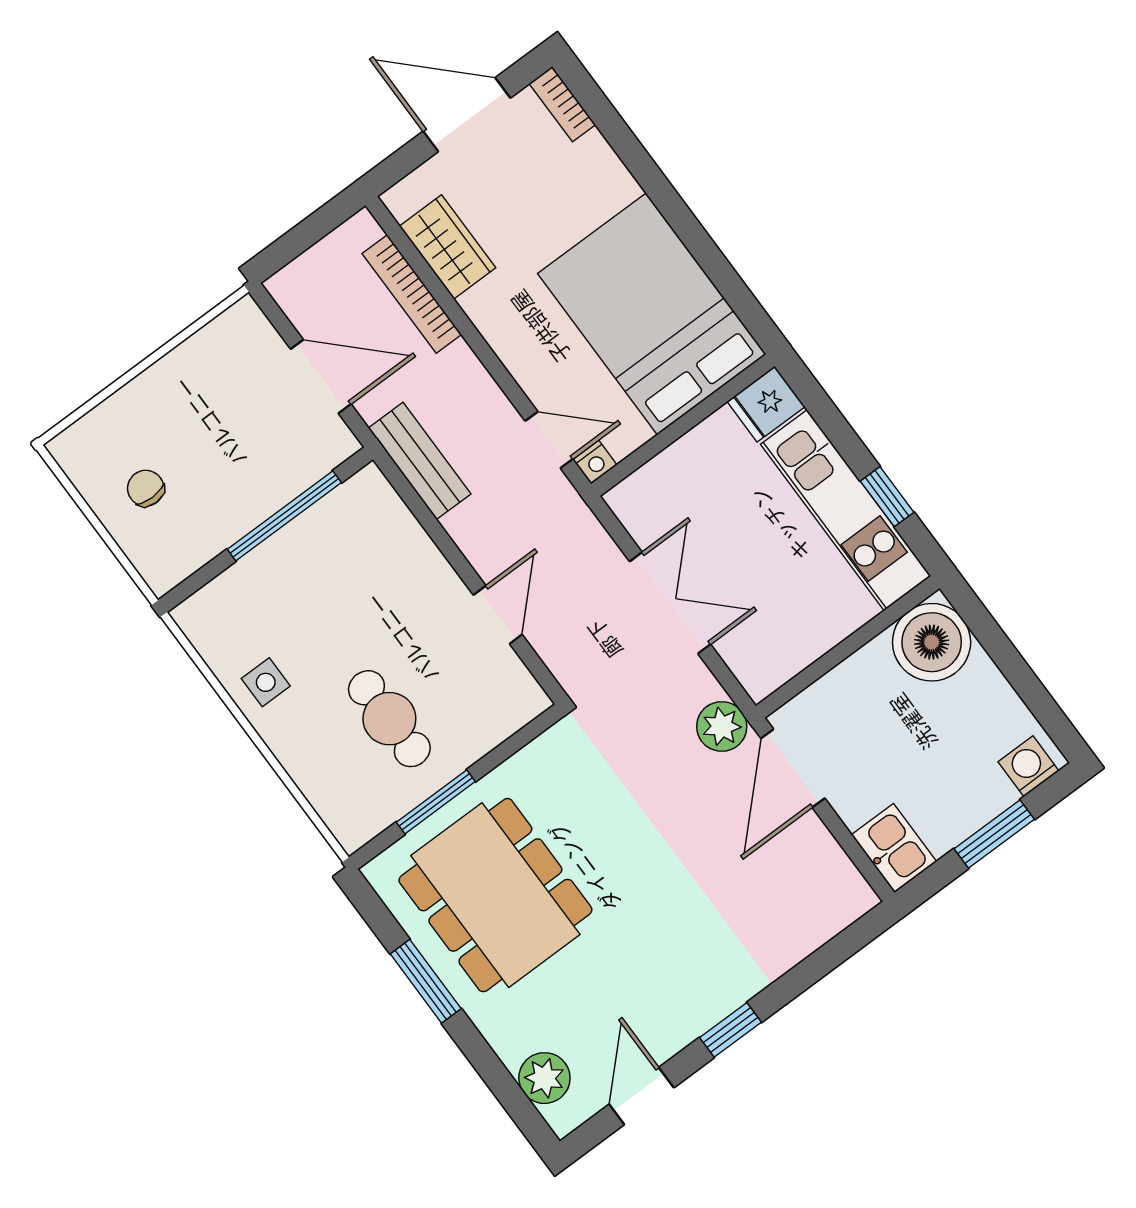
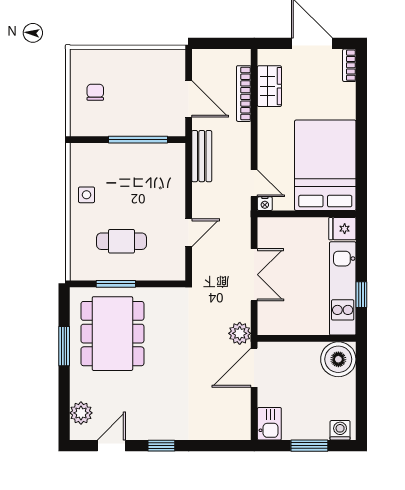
cafe table: (389, 719) -> (121, 241), turned 90

